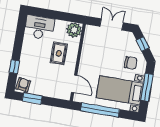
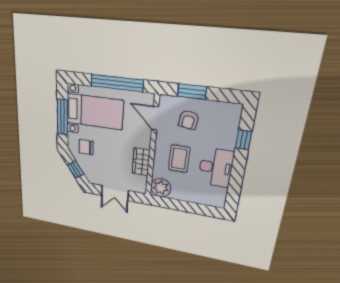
desk: (39, 27) -> (216, 168), moved, turned -90
wardrobe: (88, 51) -> (141, 162), added
armchair: (23, 85) -> (189, 120), moved
window: (32, 98) -> (192, 92), moved

